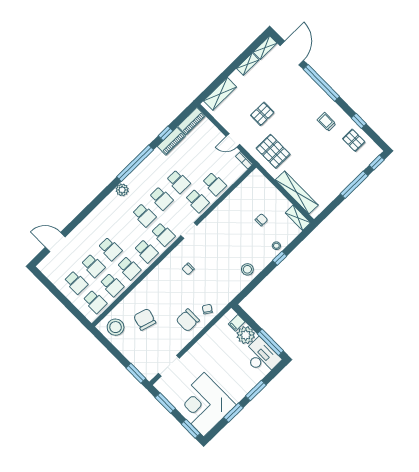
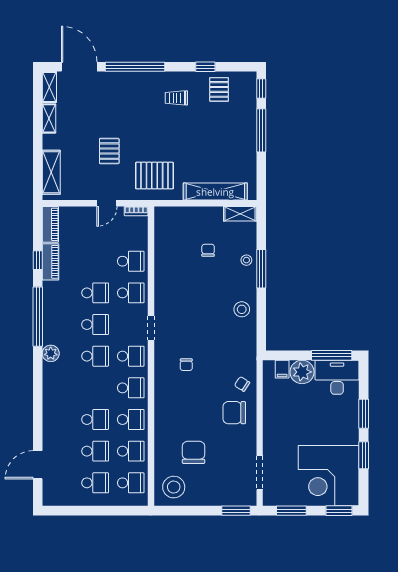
pallet: (354, 140) -> (219, 89), turned 90
window: (280, 258) -> (261, 269), width x2.17
chair: (145, 319) -> (194, 452), turned 73
chair: (188, 320) -> (234, 413), turned 90

